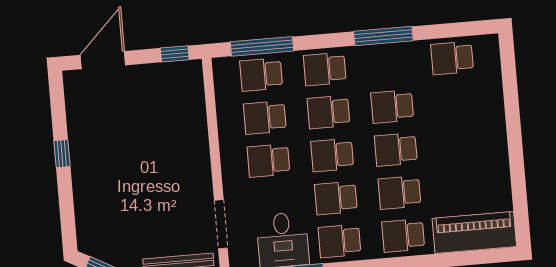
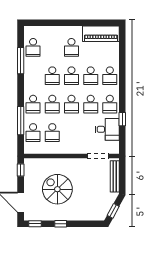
window: (383, 36) -> (21, 61), moved
window: (262, 46) -> (21, 121), moved
window: (57, 96) -> (35, 224), added
spiral stairs: (139, 140) -> (57, 189), added
school desk: (269, 160) -> (71, 47), moved
piano: (474, 232) -> (101, 34), moved, turned -90

